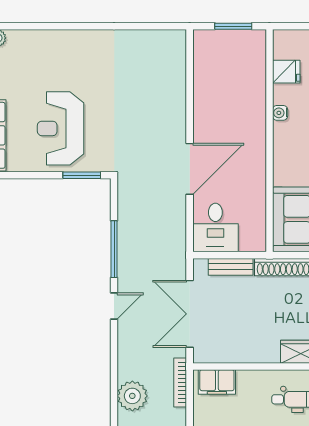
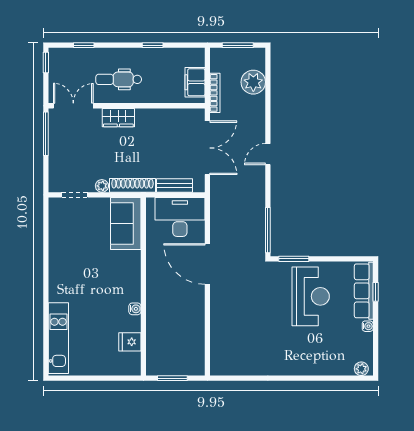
door: (190, 169) -> (207, 264), hinge flipped
desk: (215, 228) -> (180, 217), width x1.37
window: (114, 249) -> (268, 230), moved
filing cabinet: (217, 382) -> (195, 82), moved, turned -90

